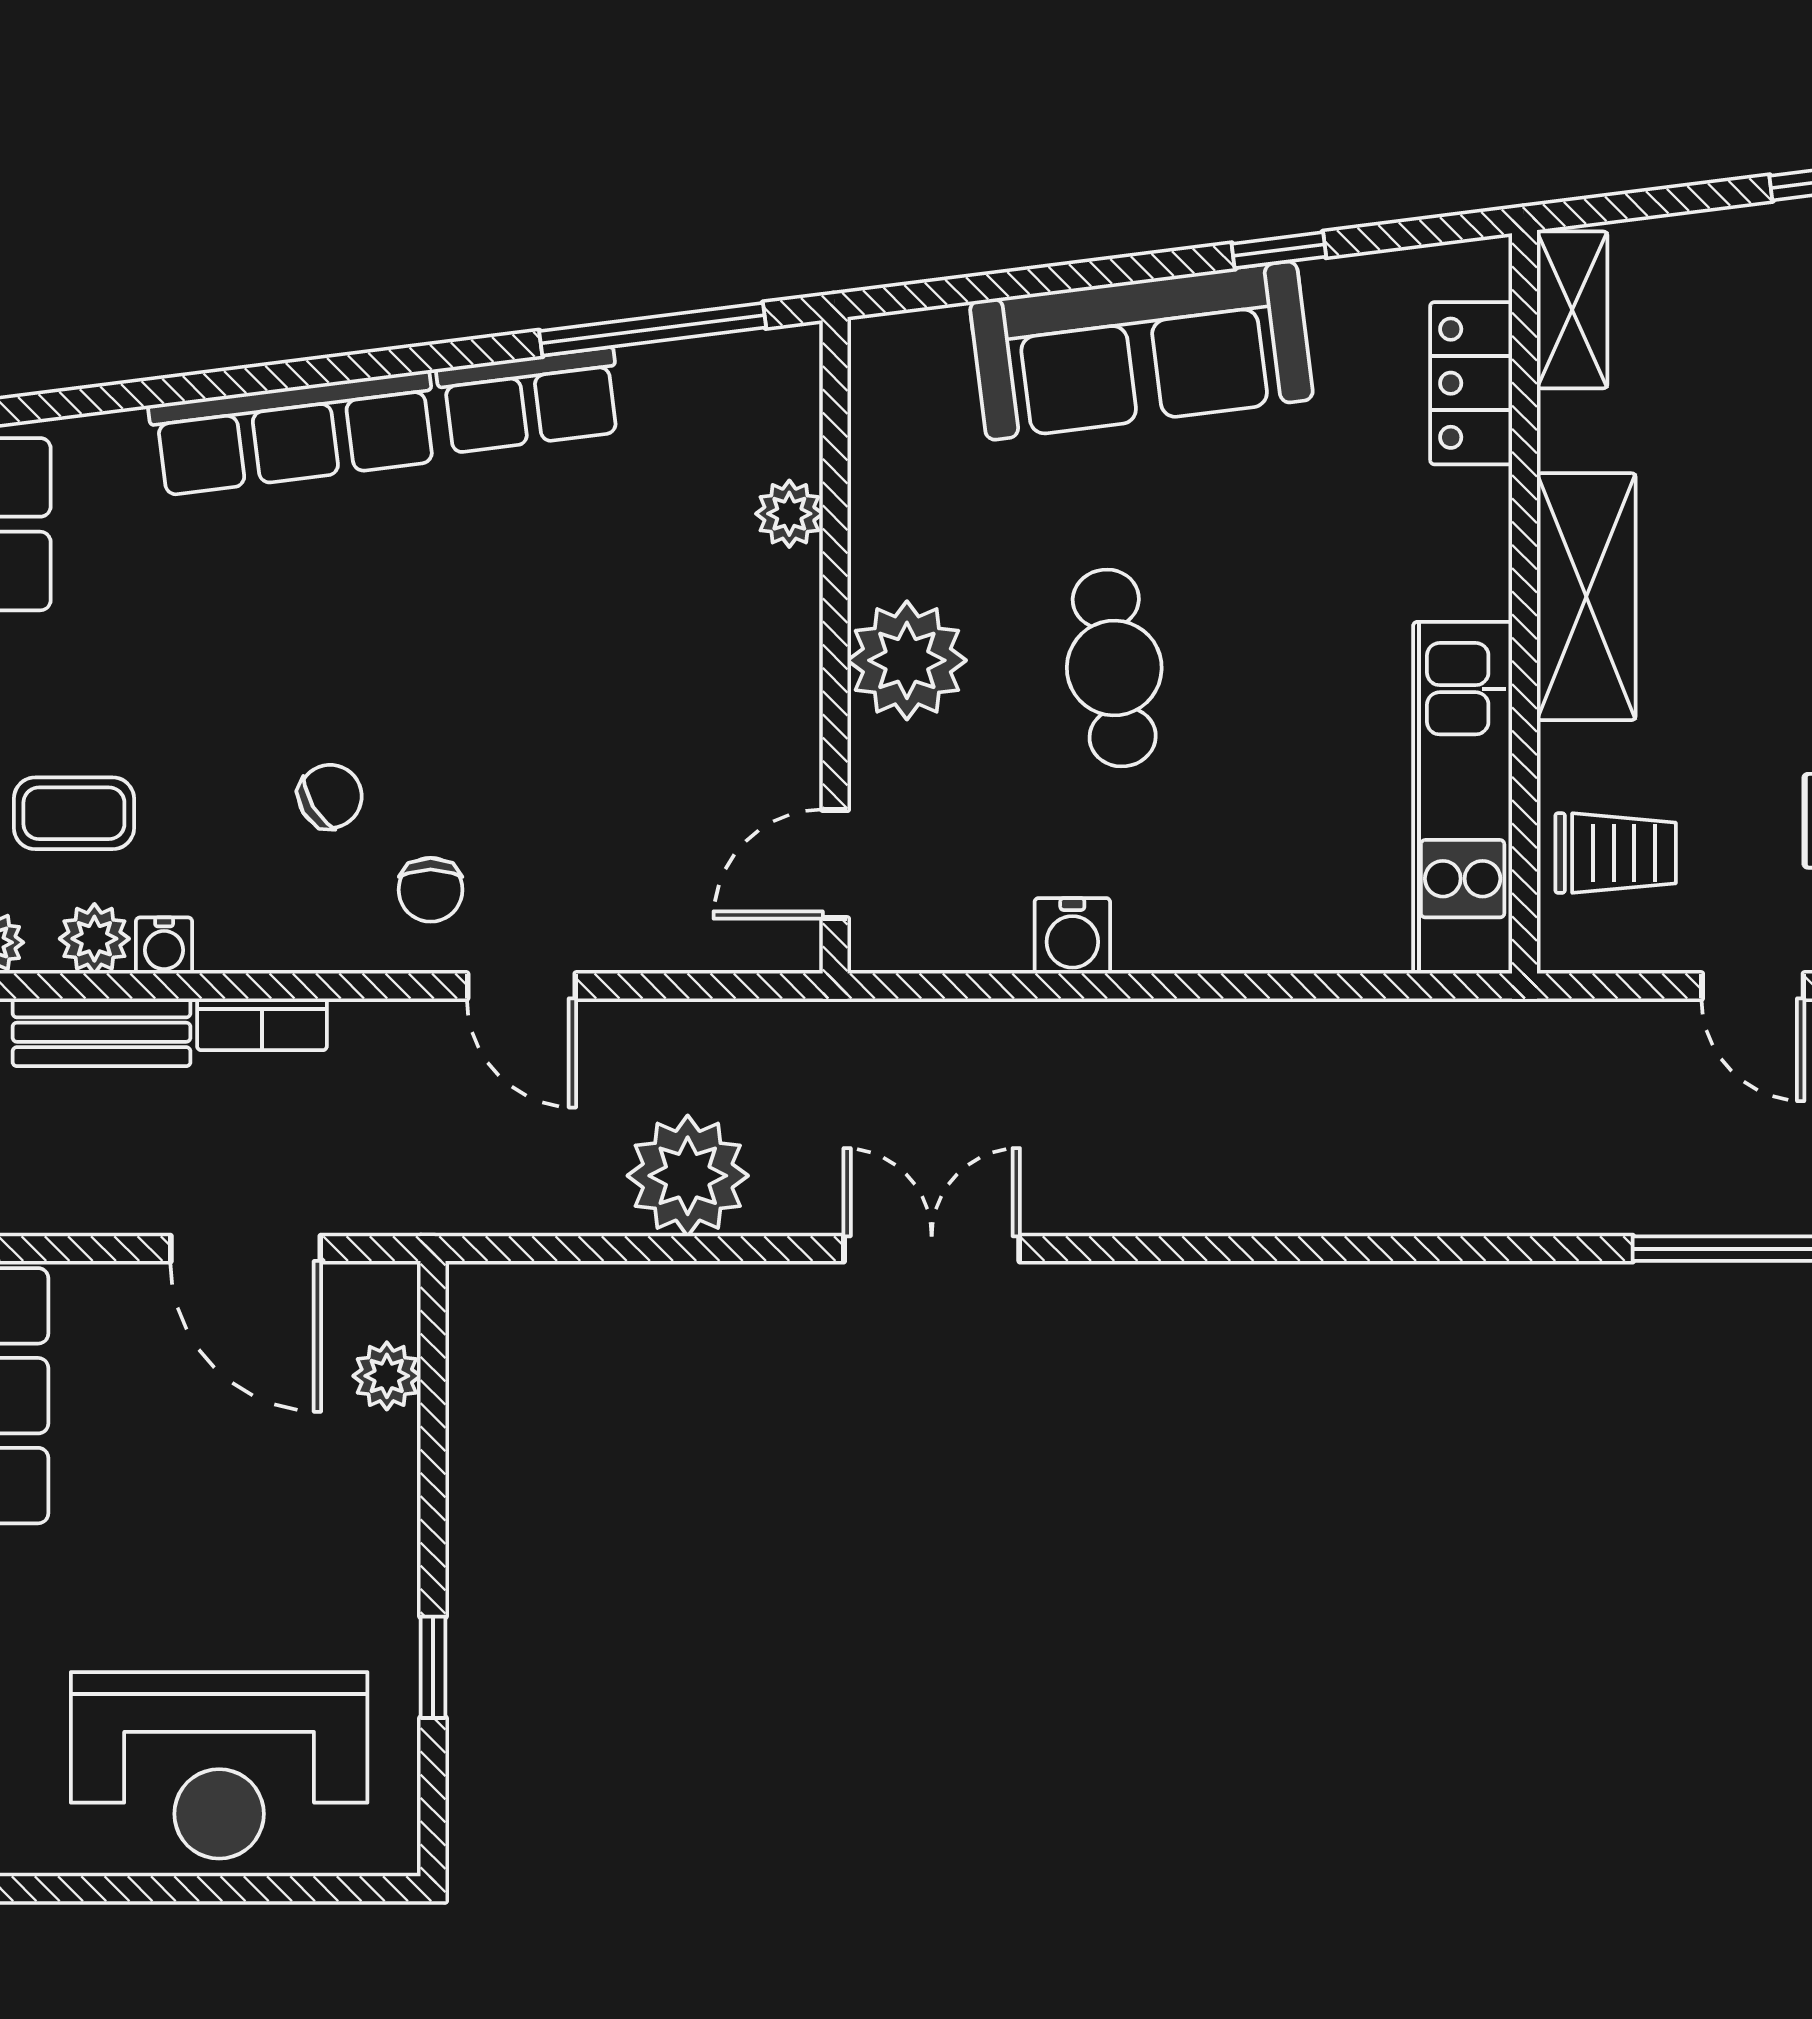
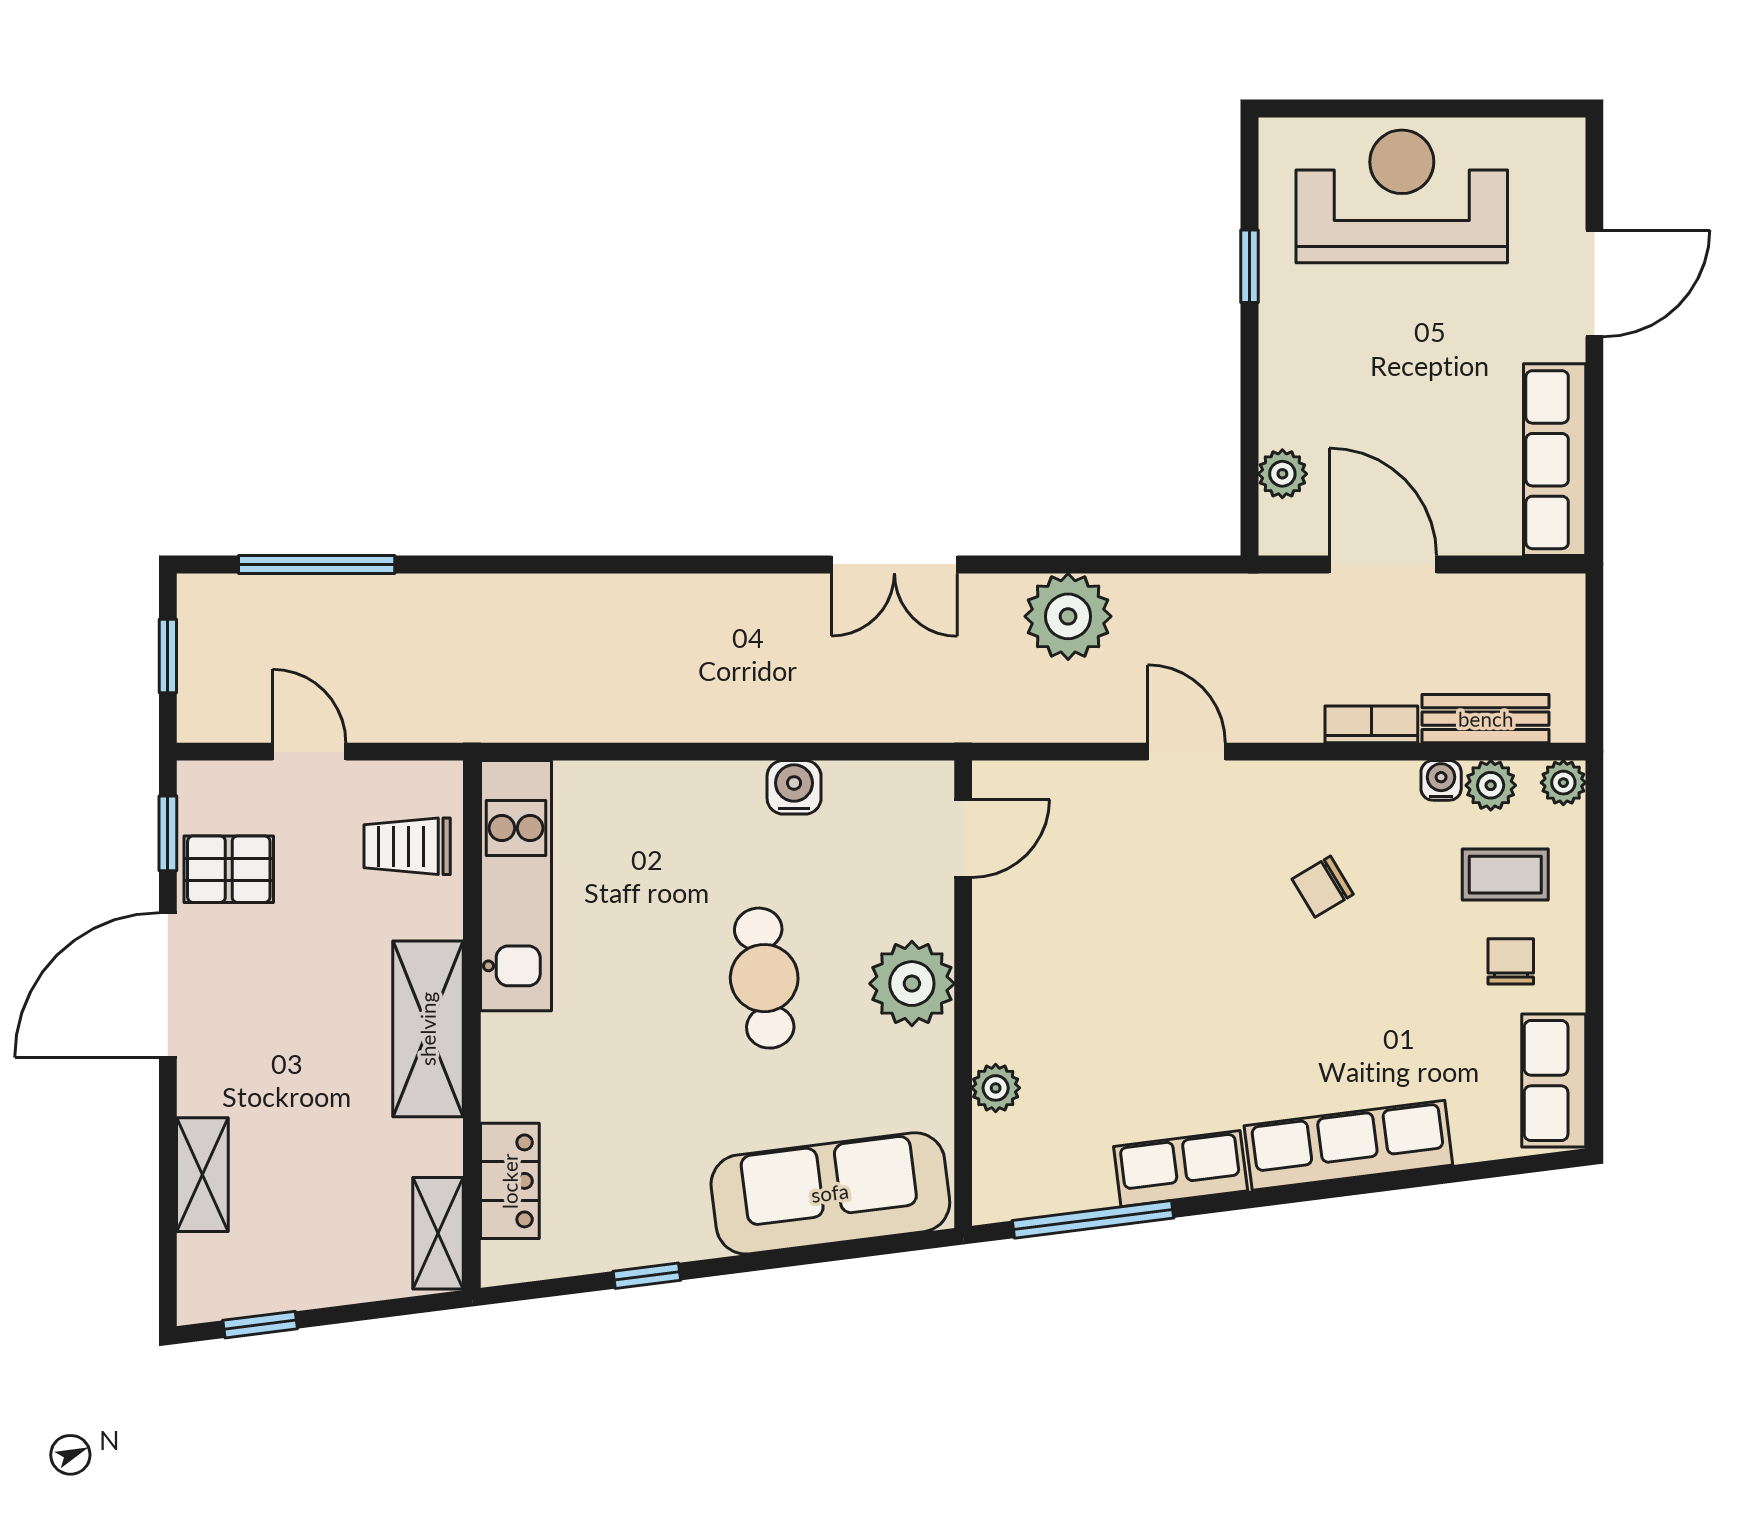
sofa: (1141, 351) -> (830, 1193), moved
chair: (431, 890) -> (1511, 961), moved

